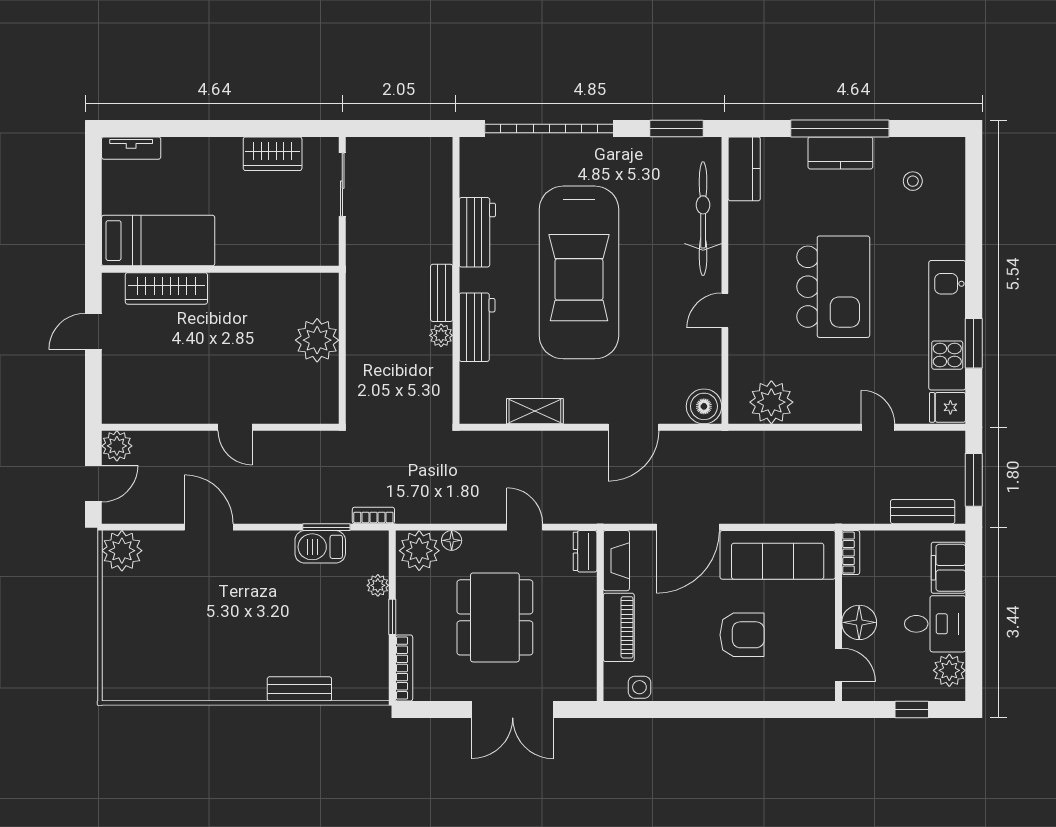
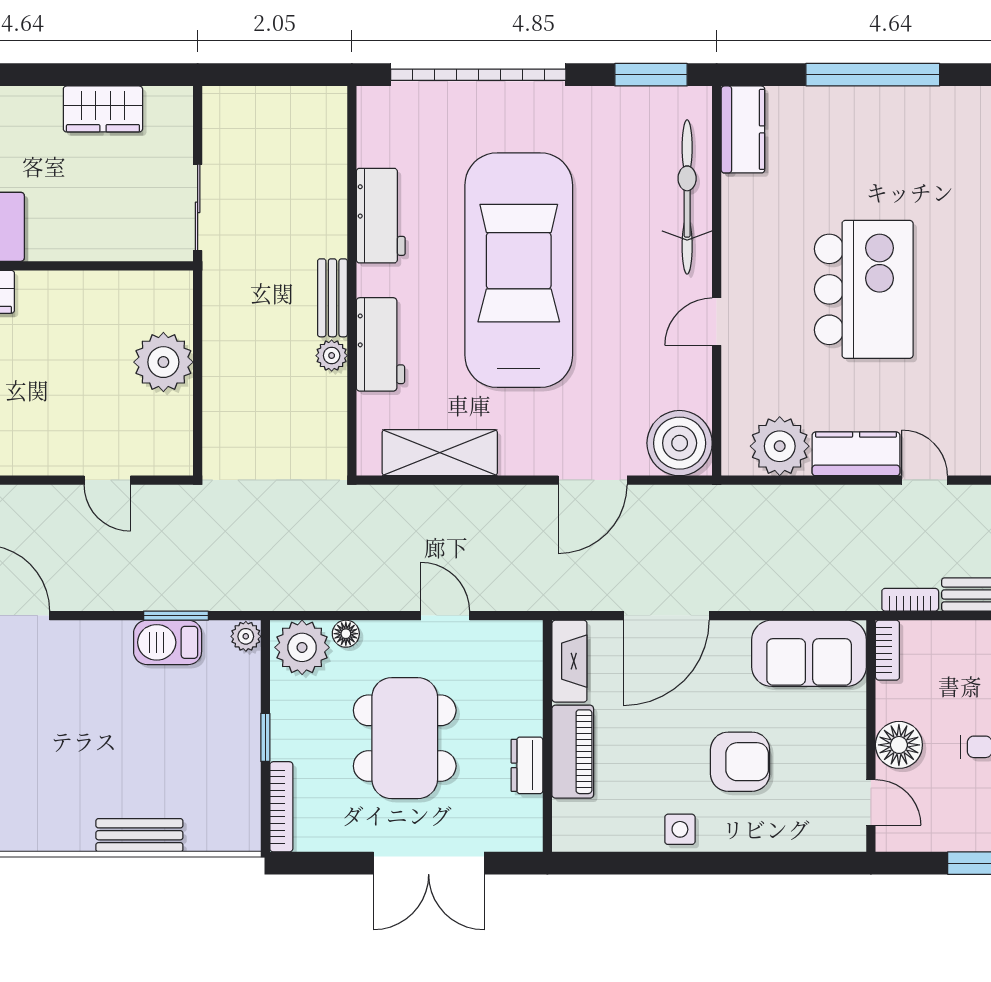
kitchen counter: (840, 153) -> (856, 454), moved, turned 180
stool: (913, 181) -> (972, 146), removed
sliding door: (342, 185) -> (198, 207), moved
car: (579, 272) -> (519, 270), turned 180
boiler: (704, 406) -> (680, 443), width x1.37, depth x1.37
shelving: (535, 411) -> (440, 453), width x1.50, depth x1.33
door: (235, 427) -> (107, 480), moved
bookcase: (373, 515) -> (910, 600), moved
dresser: (585, 551) -> (527, 765), moved
sofa: (778, 555) -> (809, 653), width x0.73
plant: (378, 585) -> (246, 636), moved
side table: (639, 687) -> (680, 829), moved

